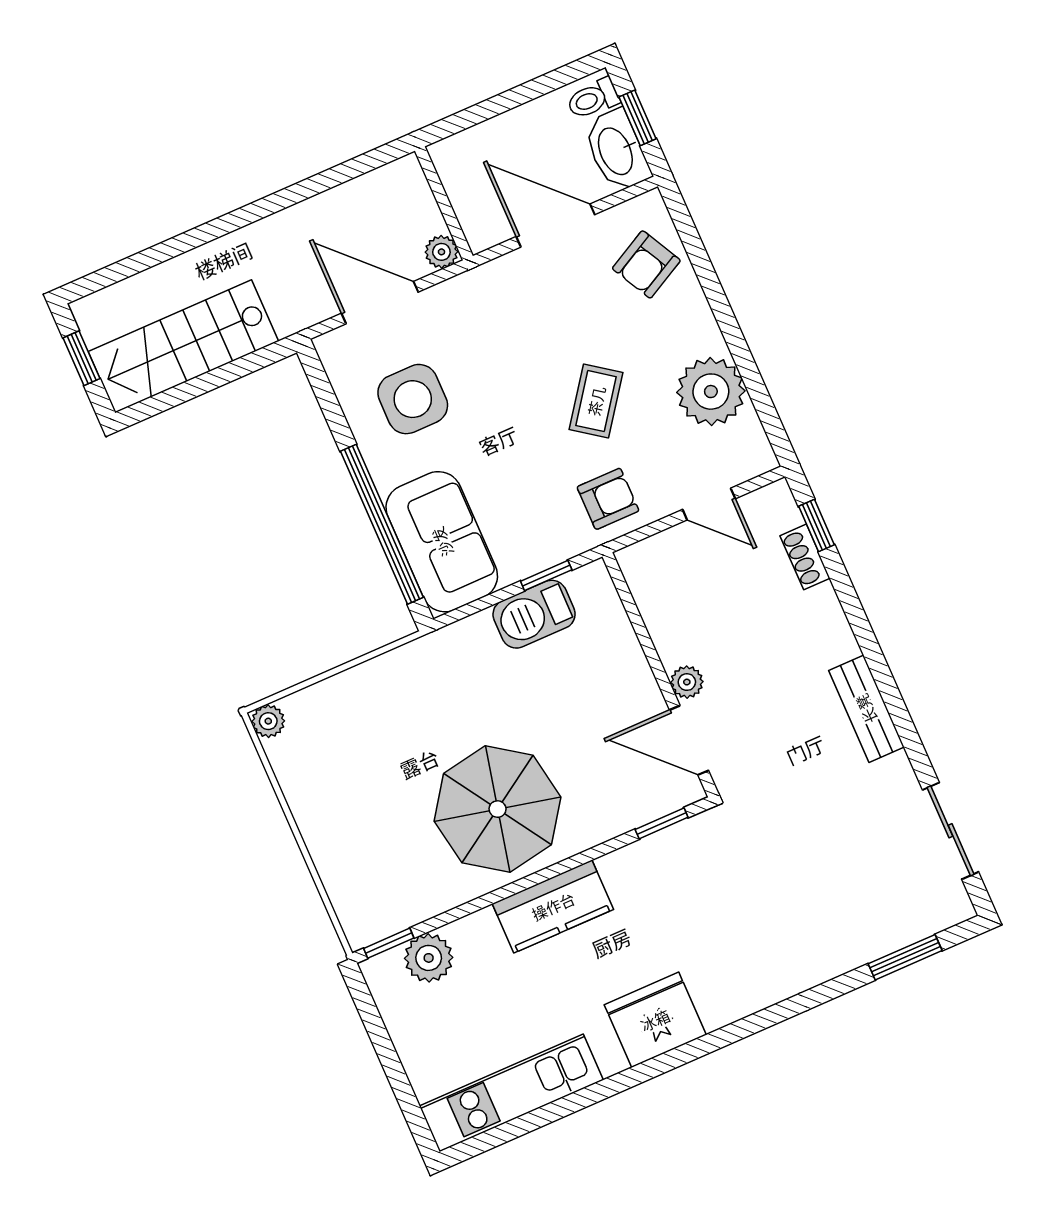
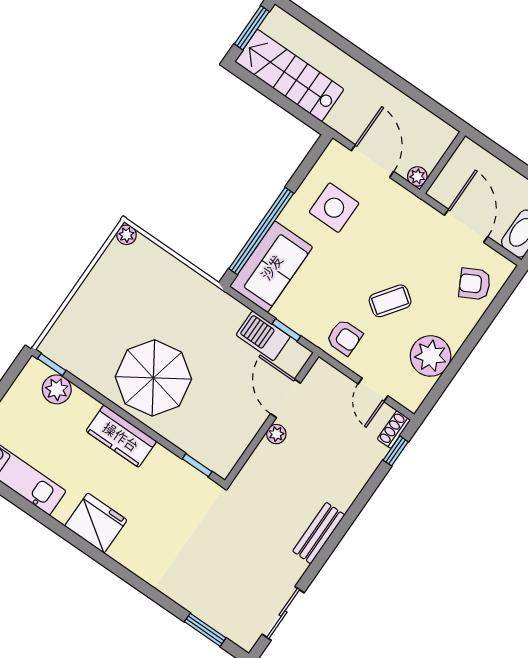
window: (82, 358) -> (252, 28), width x1.50
shoe rack: (805, 557) -> (394, 429), moved
door: (689, 740) -> (286, 398), moved

